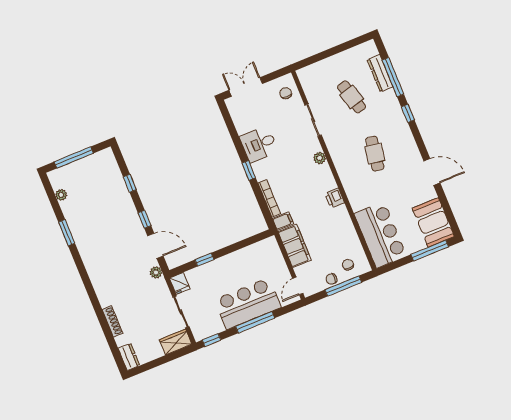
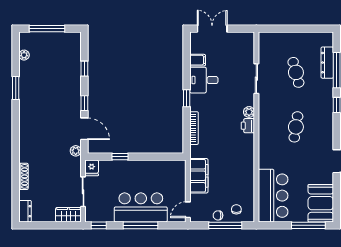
chair: (286, 93) -> (243, 47), removed
printer: (335, 198) -> (248, 126), moved
filing cabinet: (283, 221) -> (198, 60), moved

